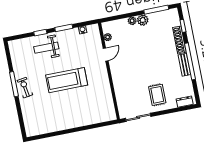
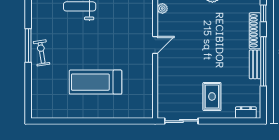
door: (106, 54) -> (155, 45), moved
treadmill: (67, 80) -> (96, 82), moved

